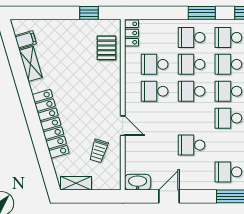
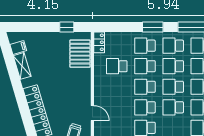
pallet: (106, 48) -> (80, 54), width x1.50, depth x1.42
school desk: (155, 91) -> (145, 107), moved

